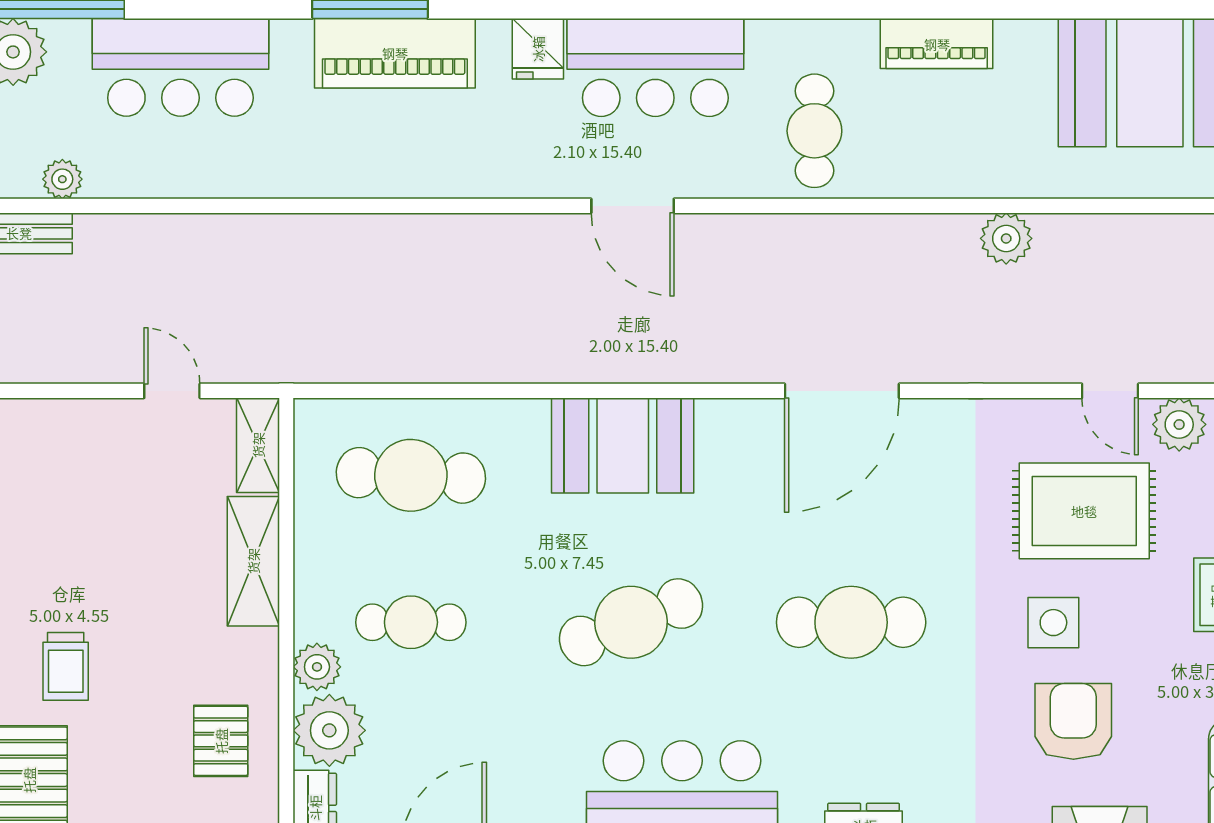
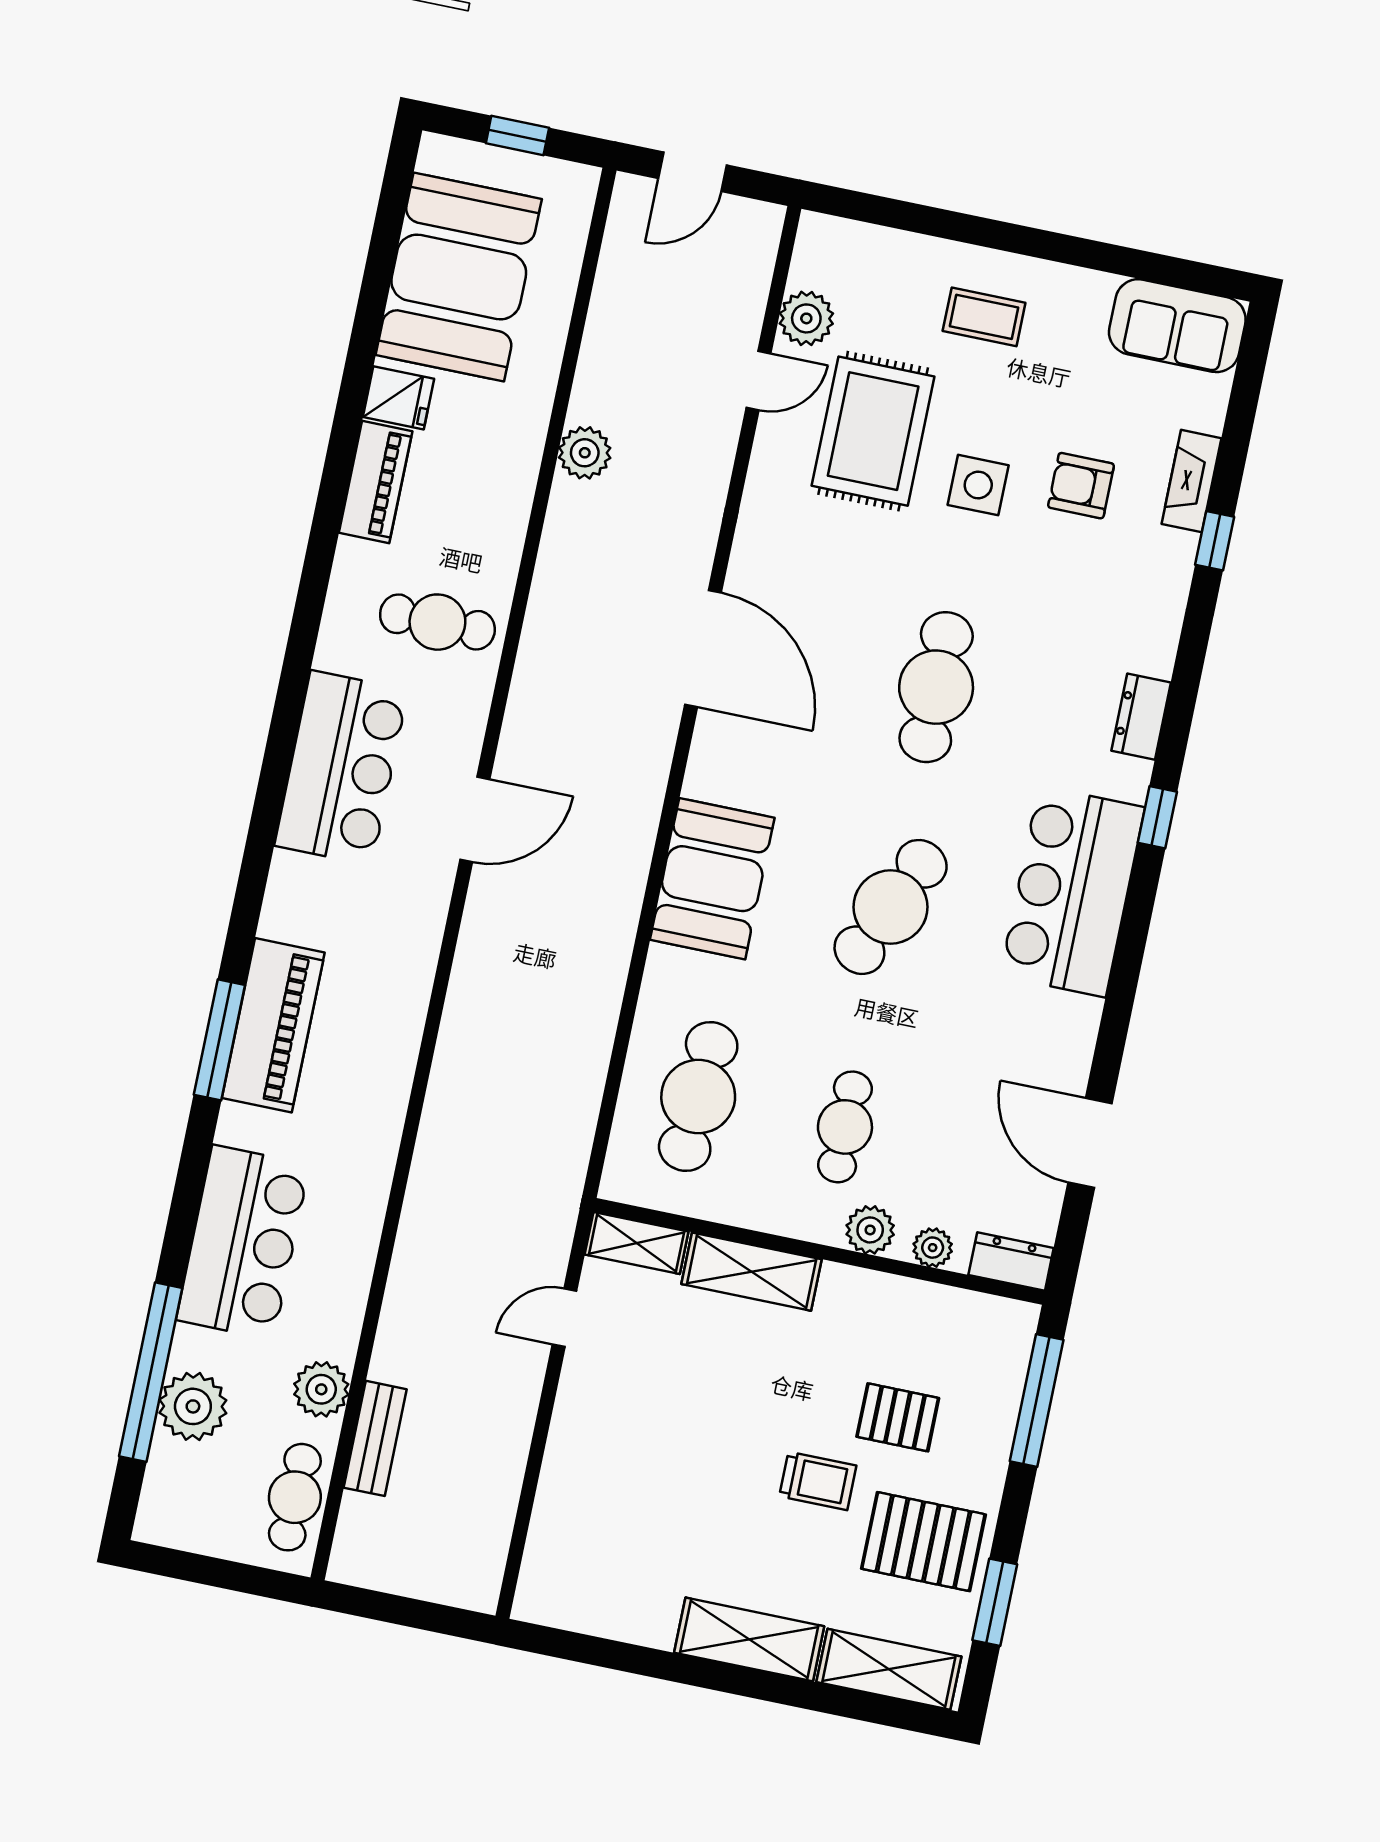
fridge: (538, 49) -> (398, 398), moved
plant: (62, 179) -> (321, 1389), width x1.38, depth x1.38
cafe table: (631, 622) -> (891, 907), turned 45
armchair: (1073, 721) -> (1081, 486), width x0.72, depth x0.72
plant: (329, 730) -> (933, 1248), width x0.53, depth x0.53
pallet: (221, 741) -> (898, 1417), moved

